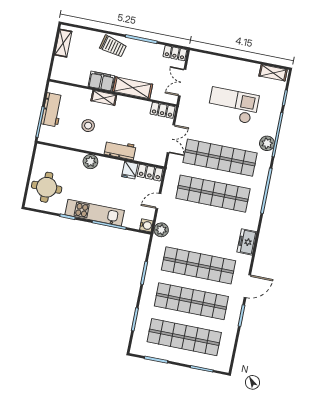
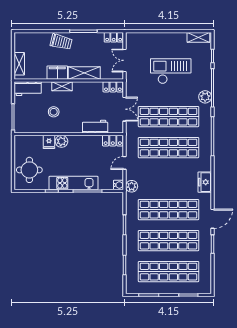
shelving: (63, 43) -> (19, 64), moved
workbench: (52, 110) -> (28, 89), moved, turned 90
workbench: (120, 150) -> (95, 127), moved
fridge: (130, 170) -> (49, 142), moved

